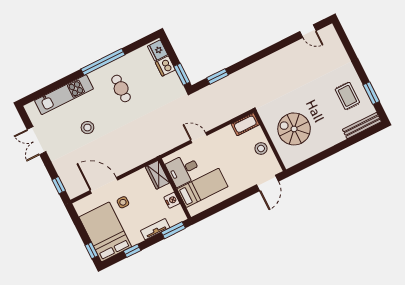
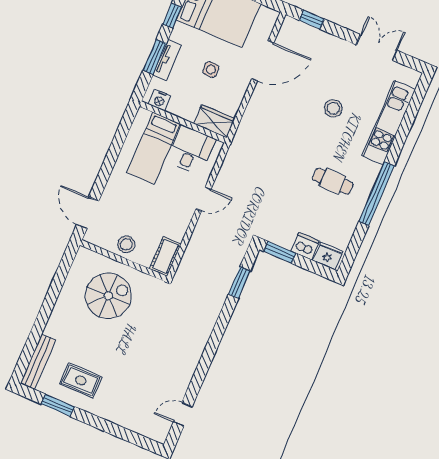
nightstand: (172, 200) -> (160, 100), moved
side table: (123, 202) -> (211, 70), moved
window: (173, 230) -> (155, 57), moved

